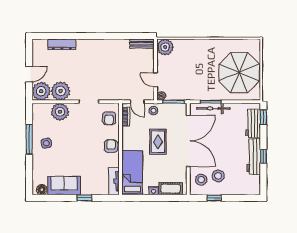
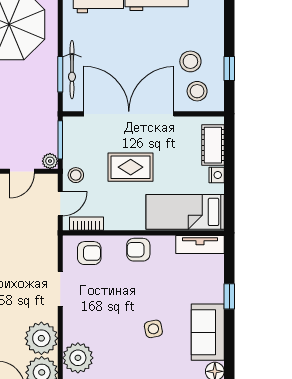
plant: (60, 112) -> (78, 358), moved
side table: (46, 143) -> (153, 329), moved

